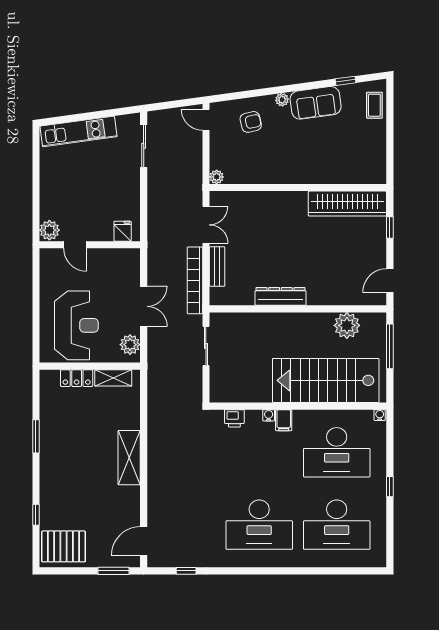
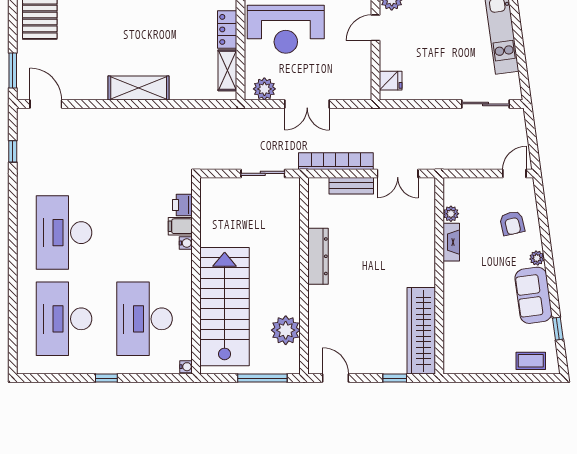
plant: (217, 177) -> (451, 214), moved
fireplace: (268, 177) -> (451, 242), added
filing cabinet: (284, 420) -> (180, 226), moved

